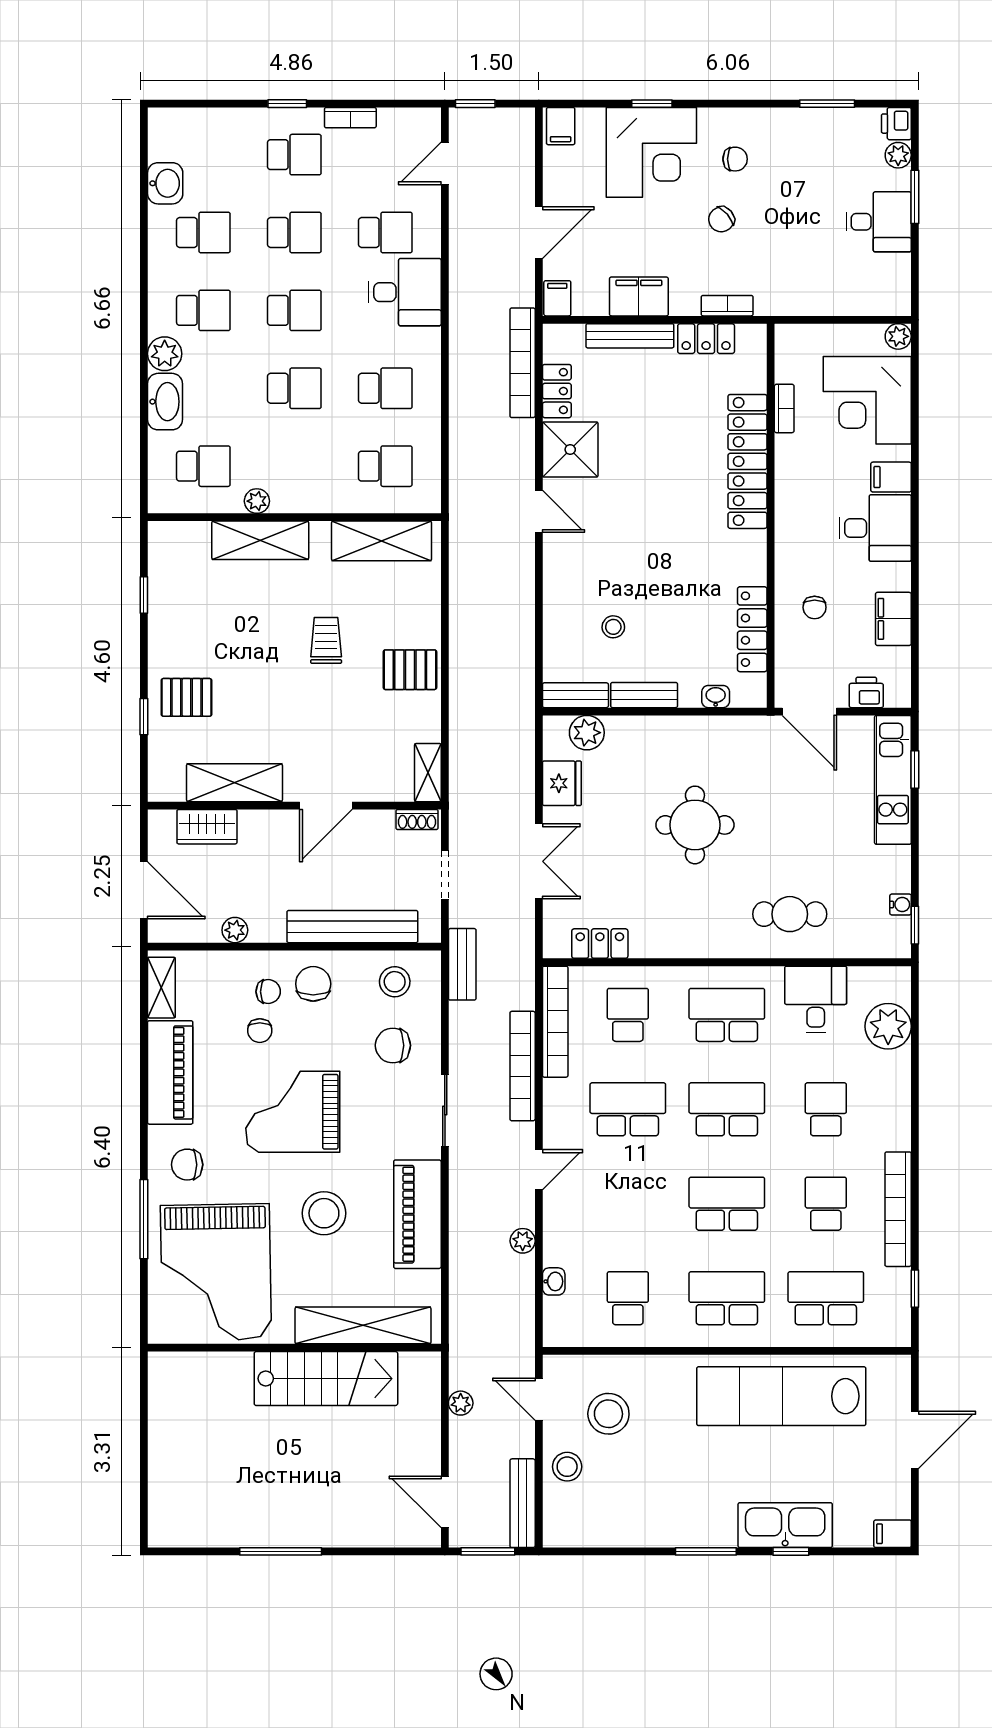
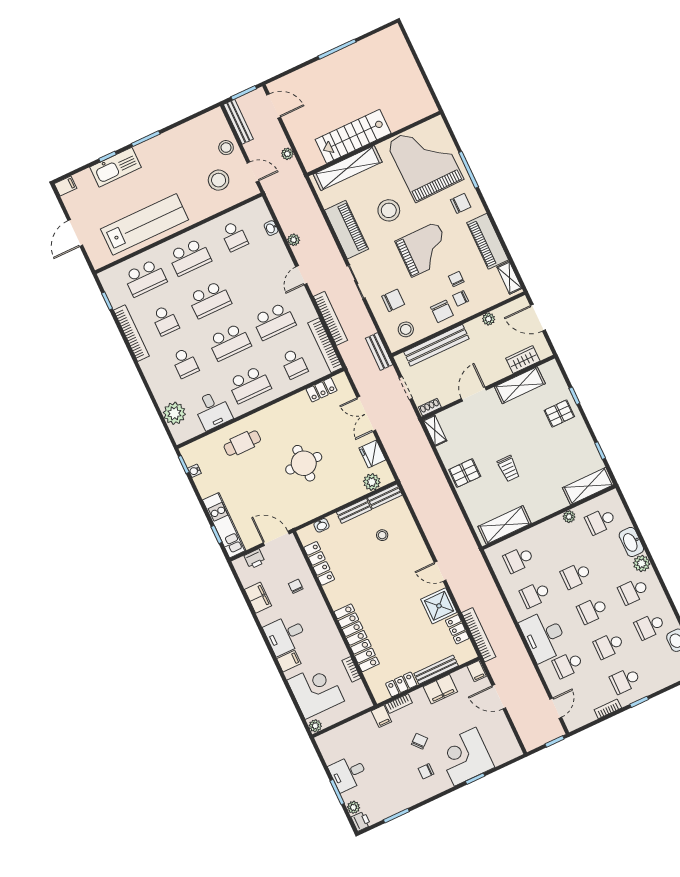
filing cabinet: (561, 126) -> (381, 716), moved, turned 180
door: (539, 233) -> (499, 697), hinge flipped
desk: (405, 292) -> (544, 636), width x1.37
shelving: (260, 540) -> (588, 486), moved

